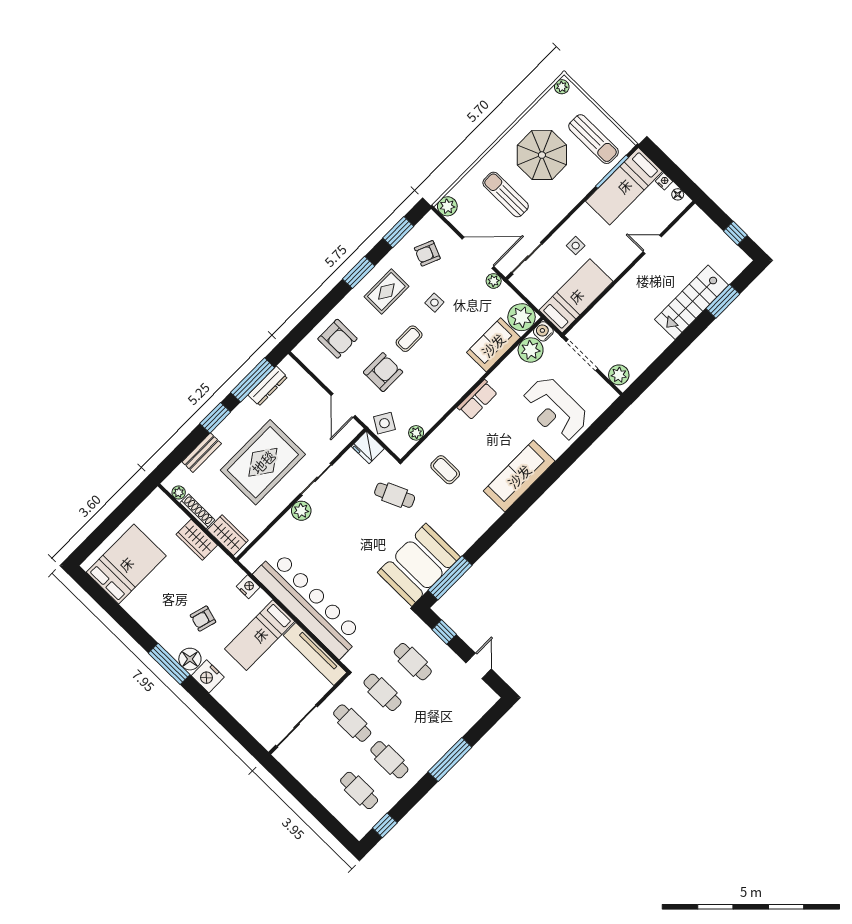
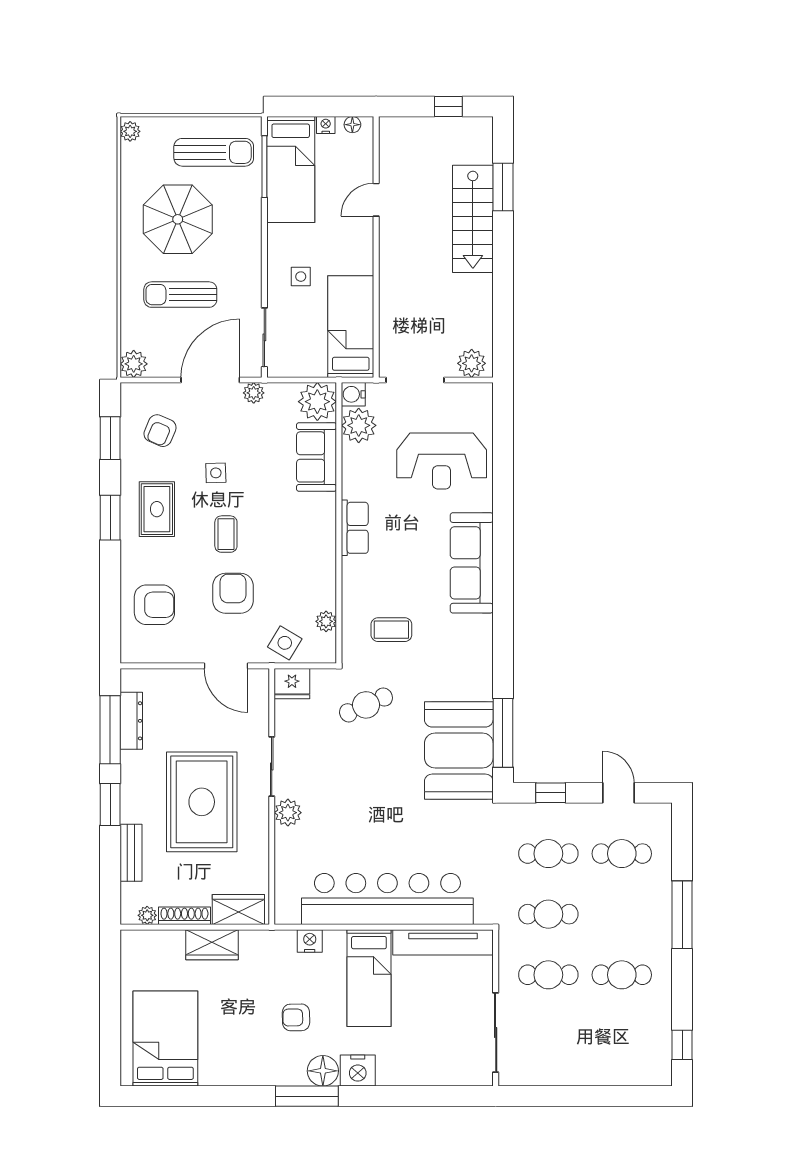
armchair: (203, 619) -> (296, 1017), turned 73
cafe table: (359, 790) -> (622, 854), moved

